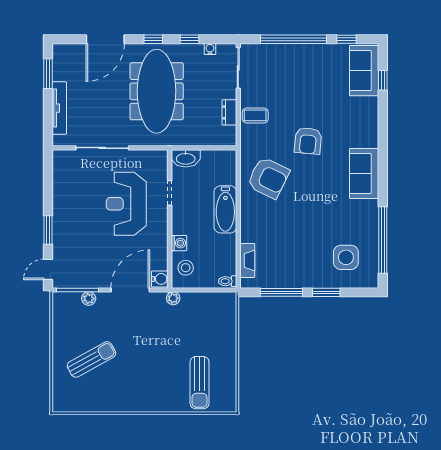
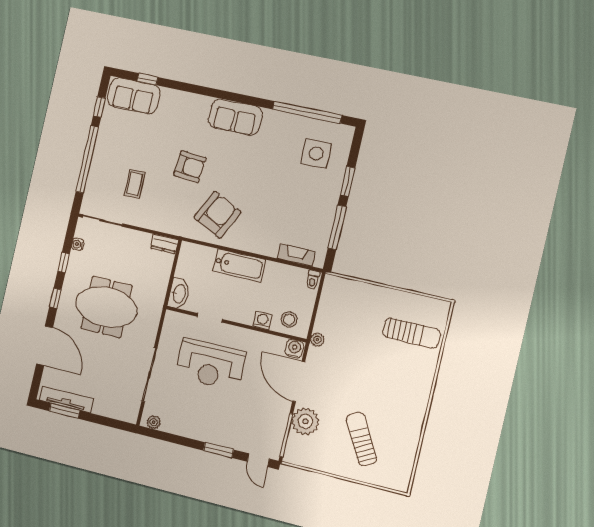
meeting table: (157, 91) -> (106, 307), width x0.73
tv unit: (59, 108) -> (66, 399), moved
dresser: (229, 112) -> (164, 244), moved
coffee table: (255, 115) -> (135, 184), moved
plant: (59, 162) -> (154, 422), added
plant: (89, 299) -> (305, 421), width x1.87, depth x1.87

